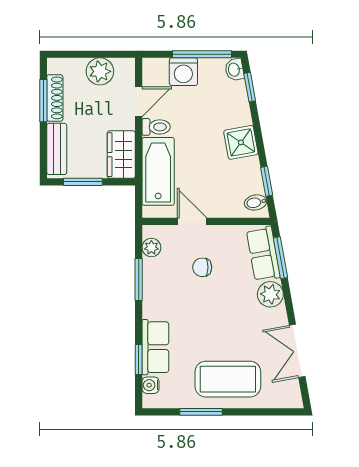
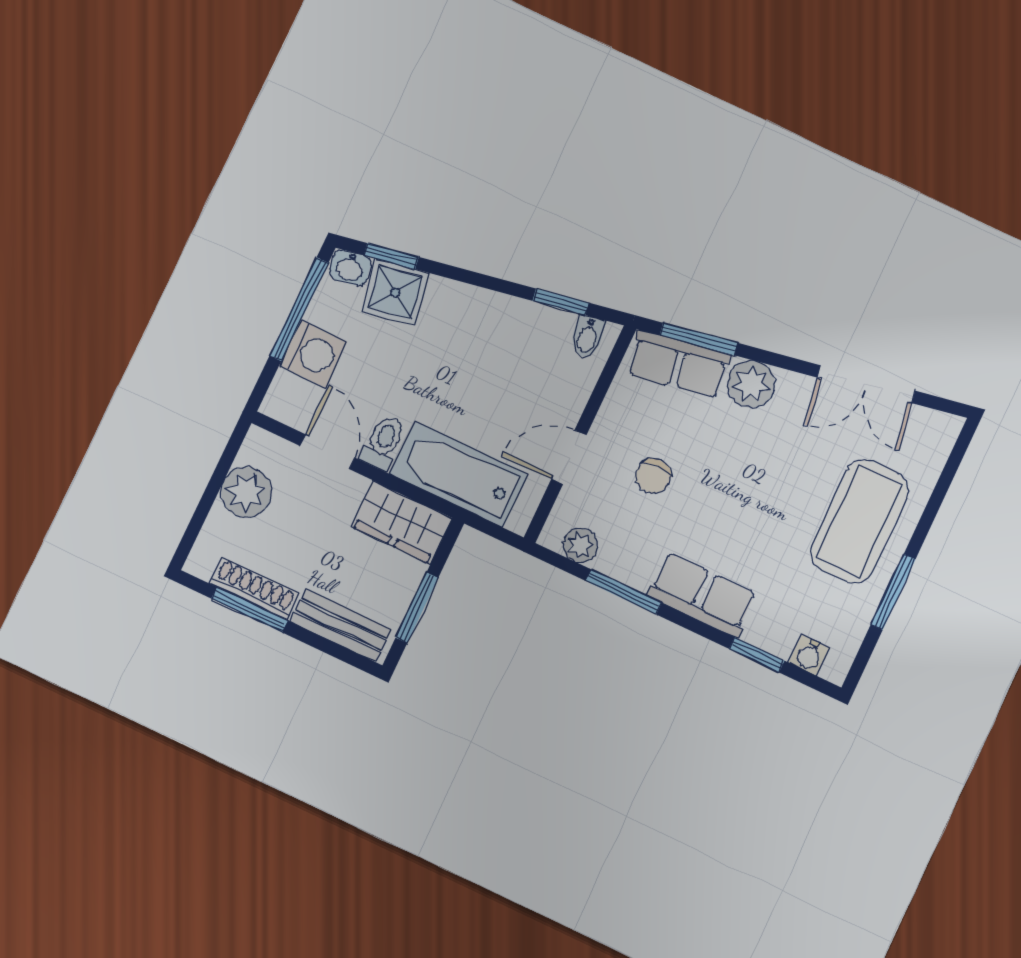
shower: (241, 142) -> (395, 292), moved
row of seats: (155, 347) -> (702, 595), moved

